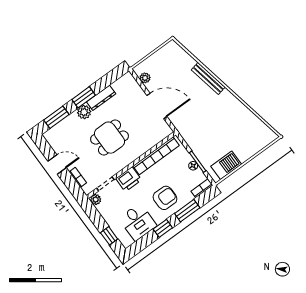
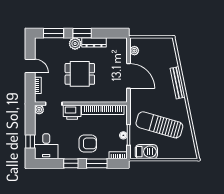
sun lounger: (220, 131) -> (159, 125), added
desk: (138, 222) -> (46, 146), moved

